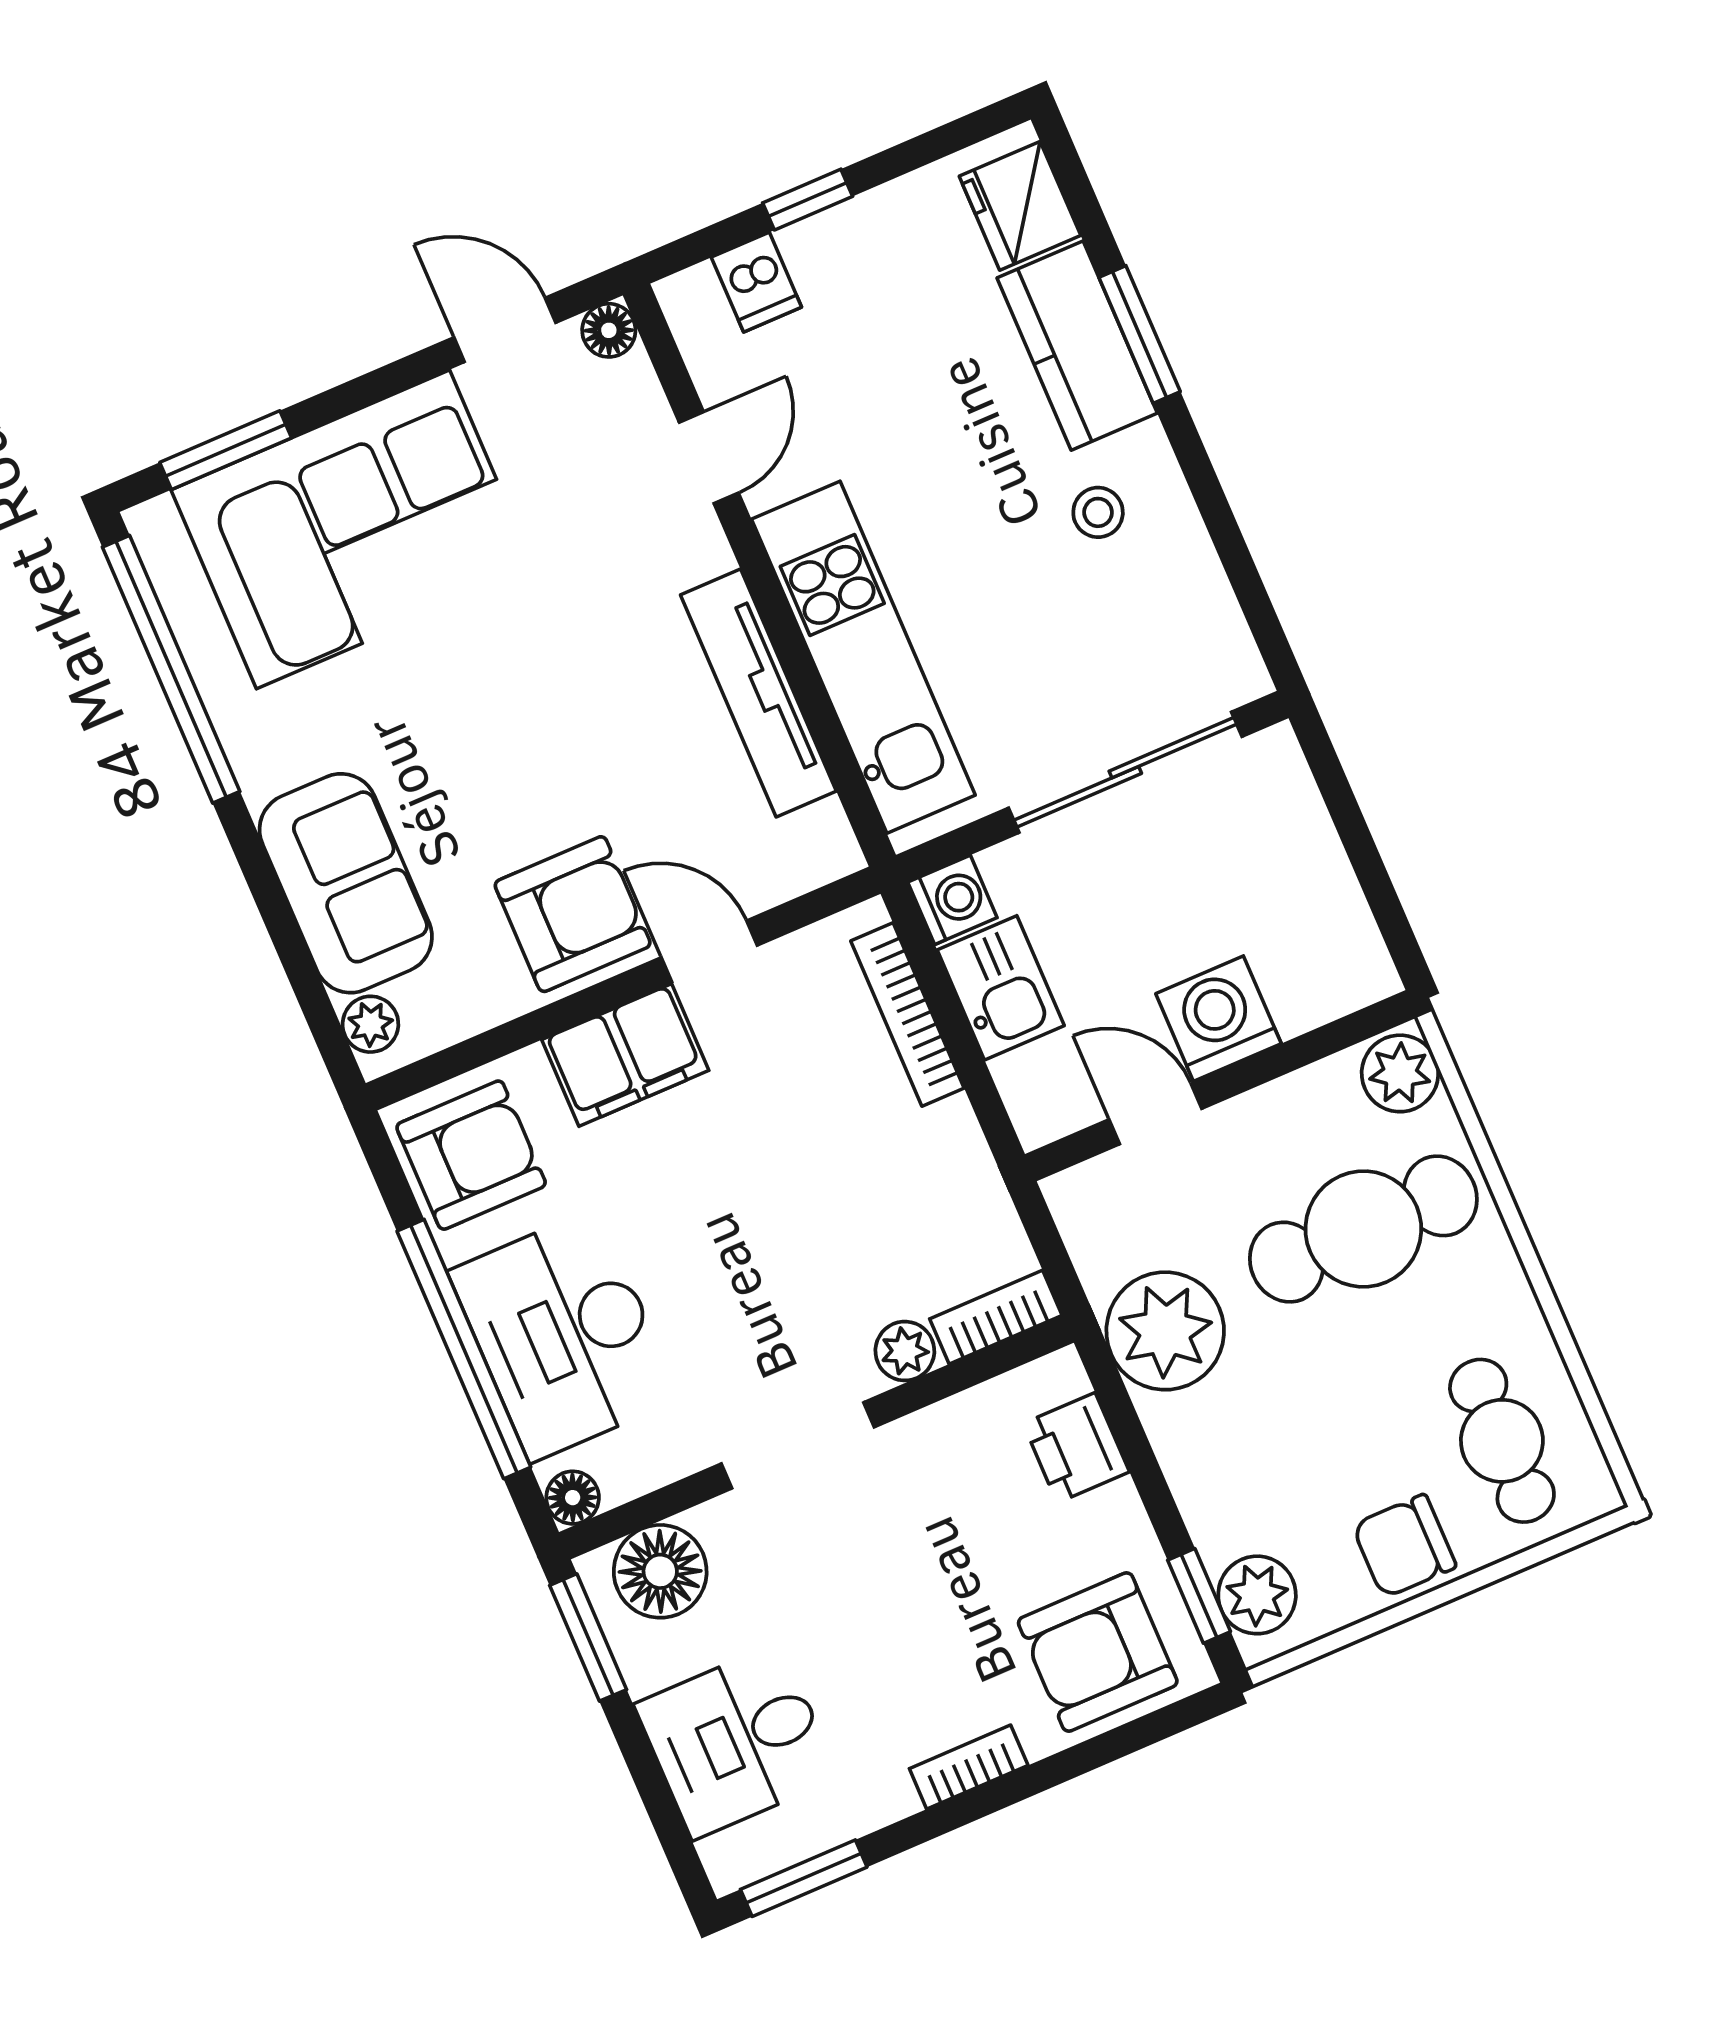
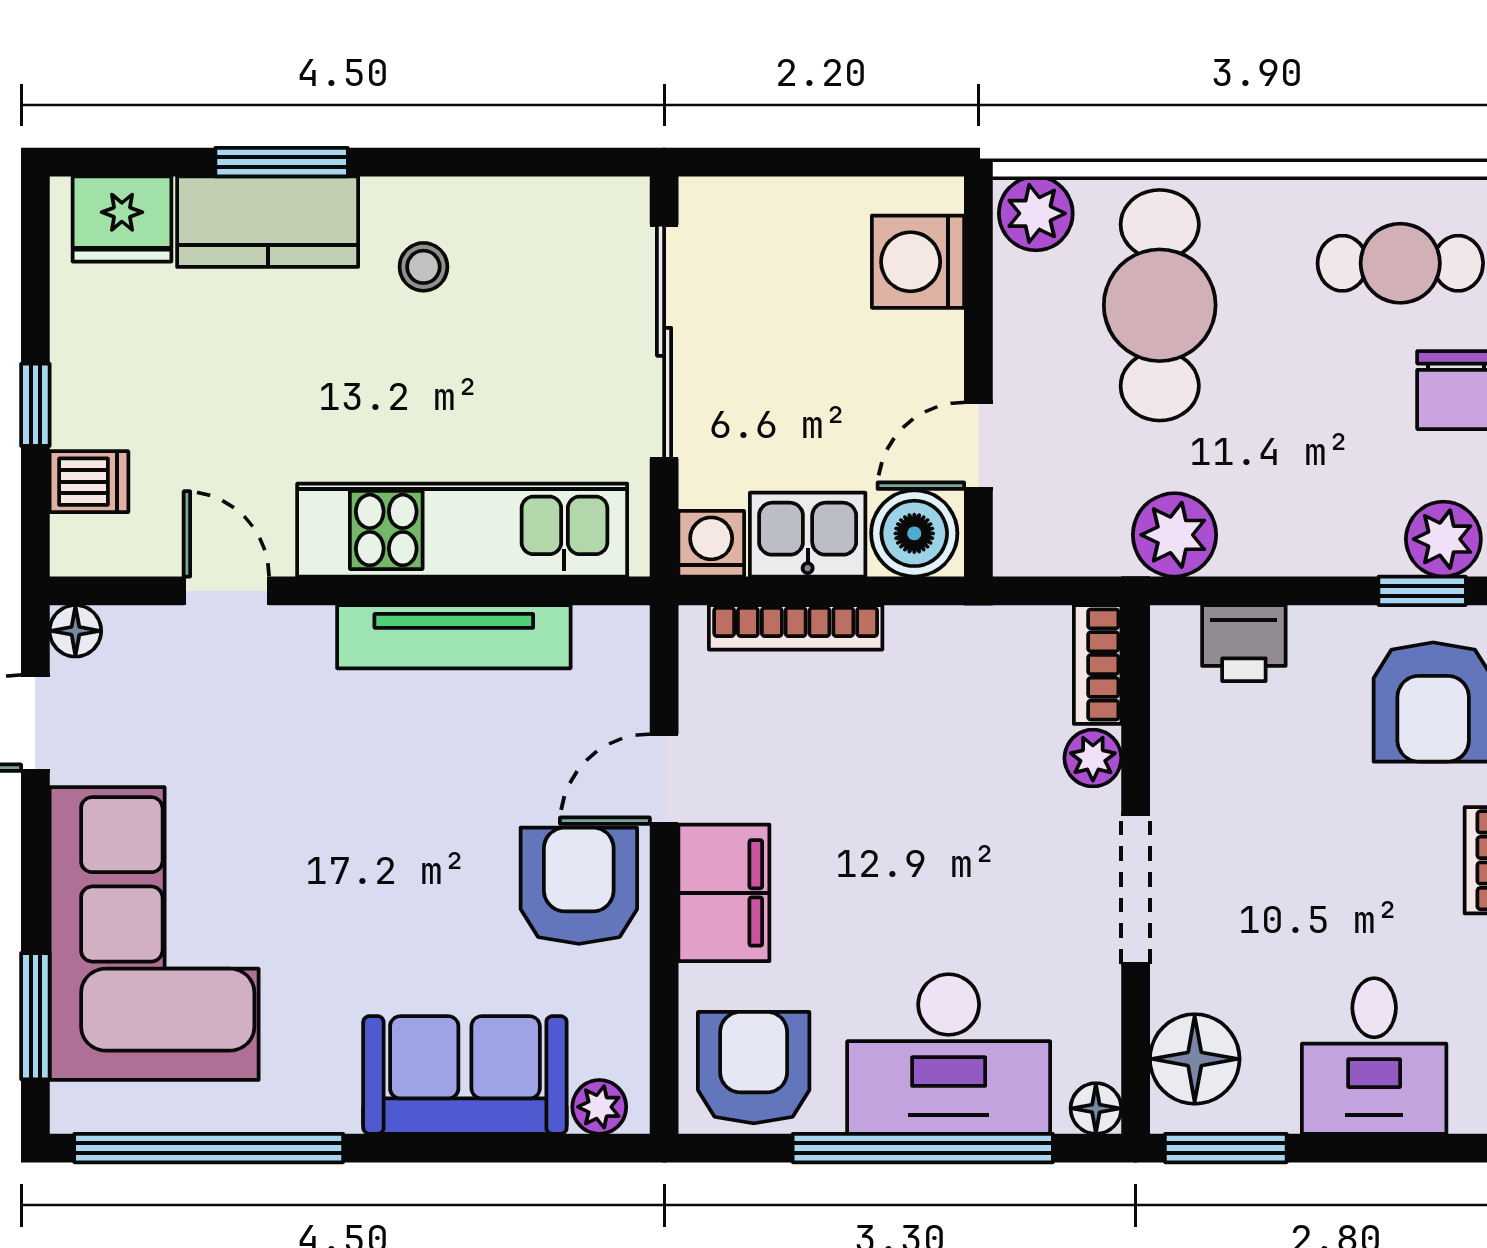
washing machine: (1218, 1019) -> (918, 262), moved
boiler: (1046, 1089) -> (914, 533), added
plant: (1165, 1331) -> (1174, 535), width x0.73, depth x0.73

